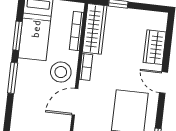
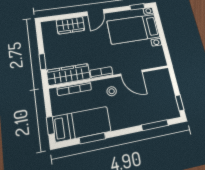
stool: (61, 72) -> (112, 91), width x0.53, depth x0.53
window: (13, 78) -> (155, 125), moved

